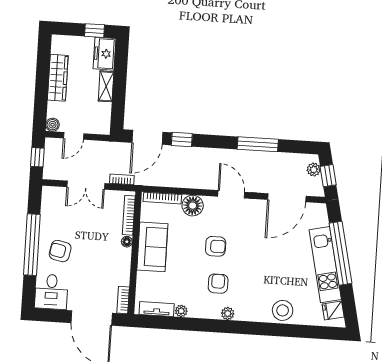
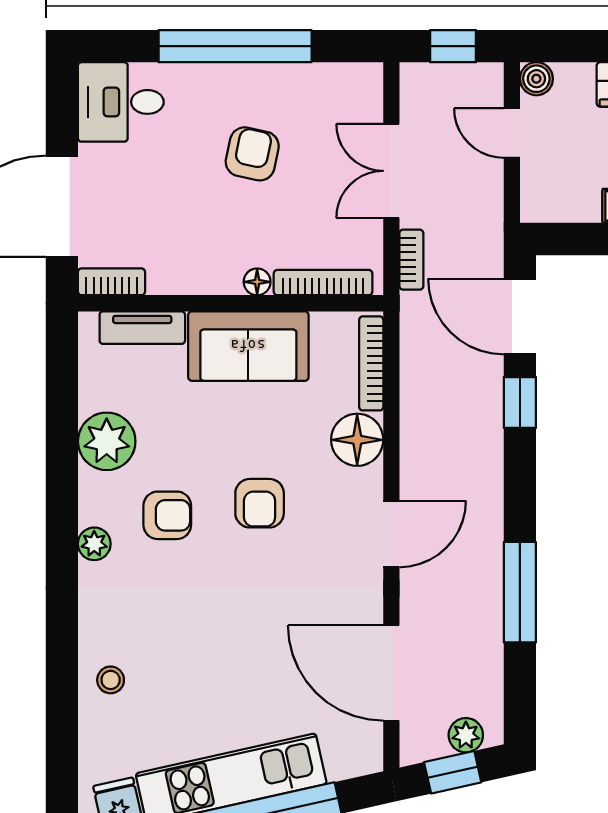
armchair: (60, 251) -> (252, 154), moved
tv unit: (157, 309) -> (142, 328), moved, turned 90
stool: (283, 310) -> (111, 680), width x0.53, depth x0.53
plant: (181, 311) -> (107, 441), width x1.88, depth x1.88

